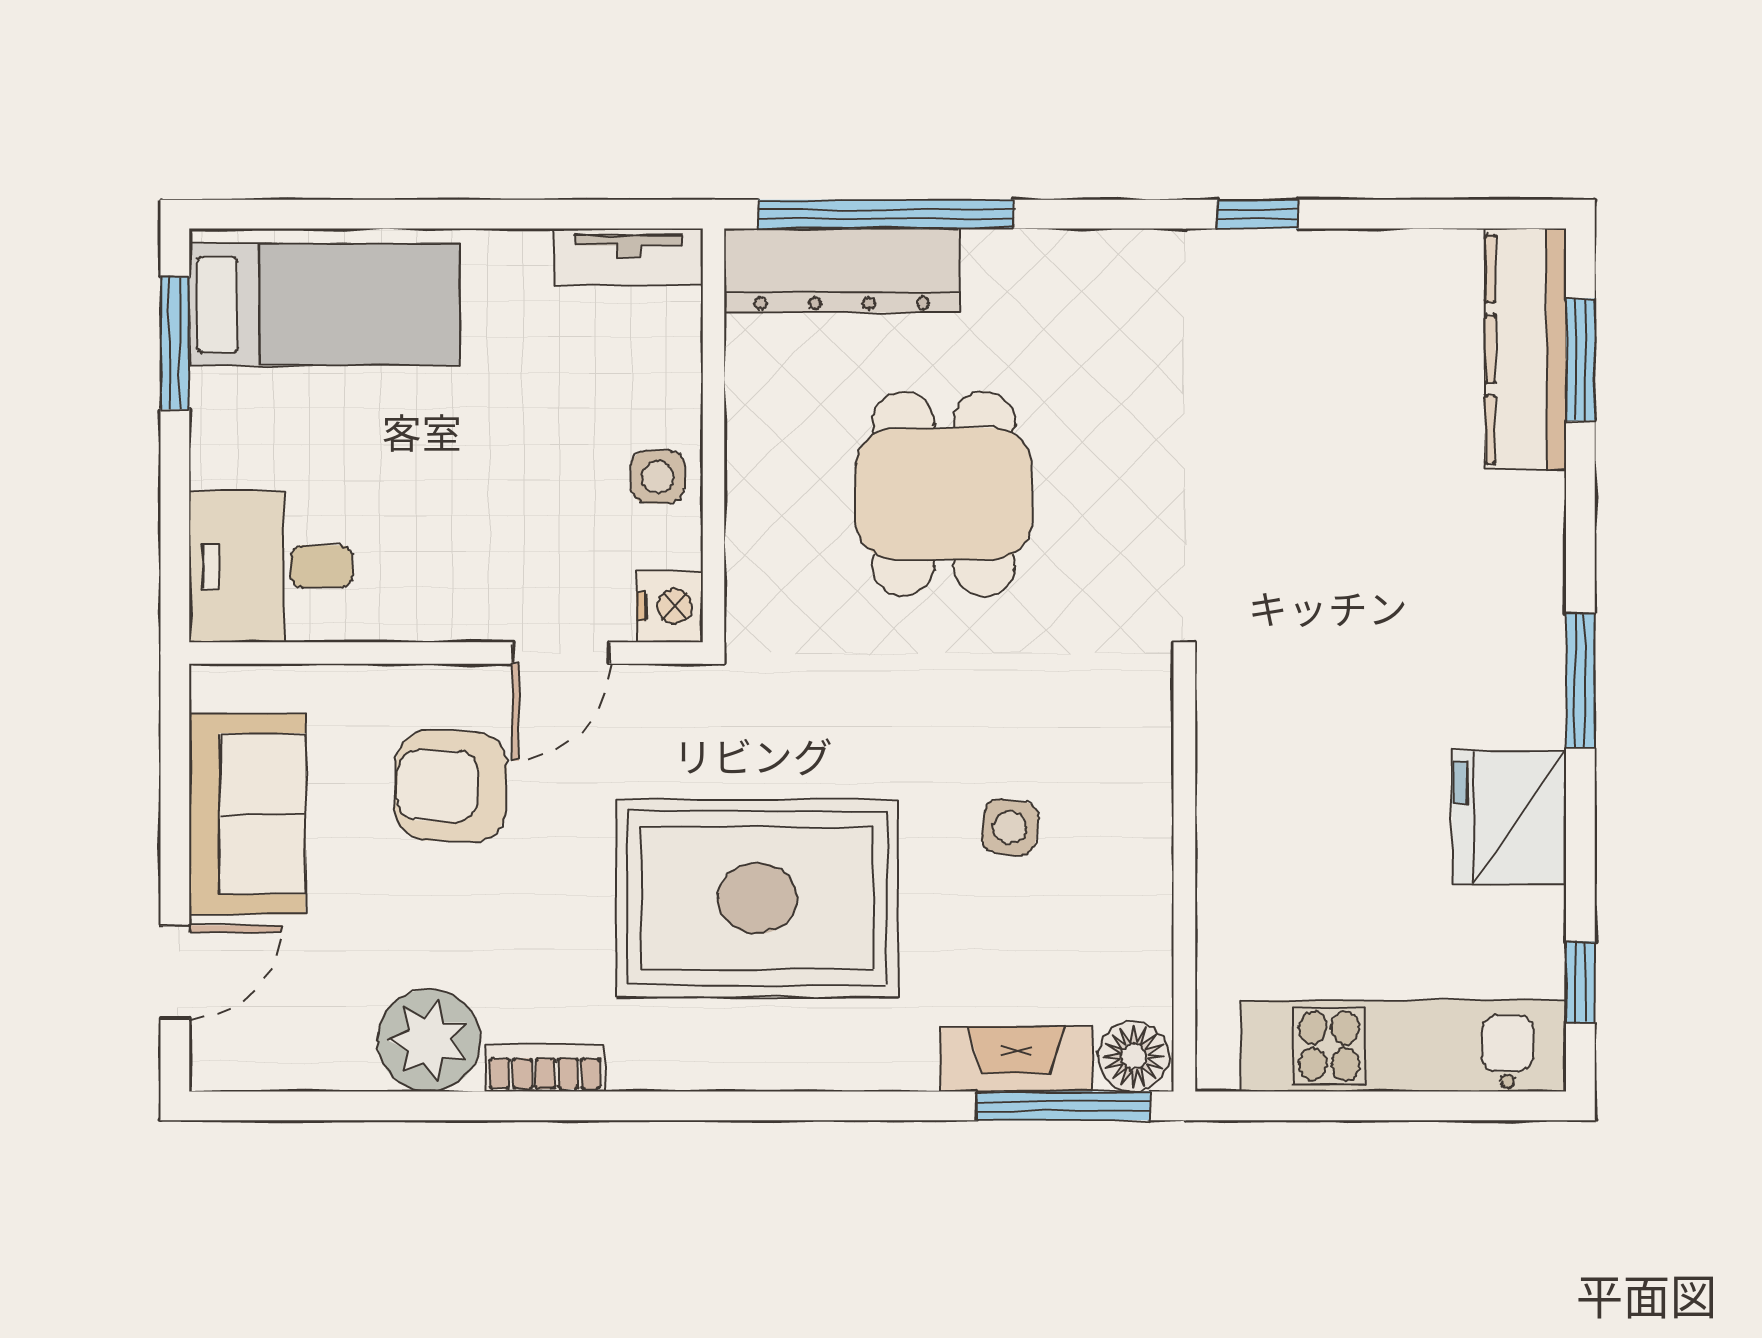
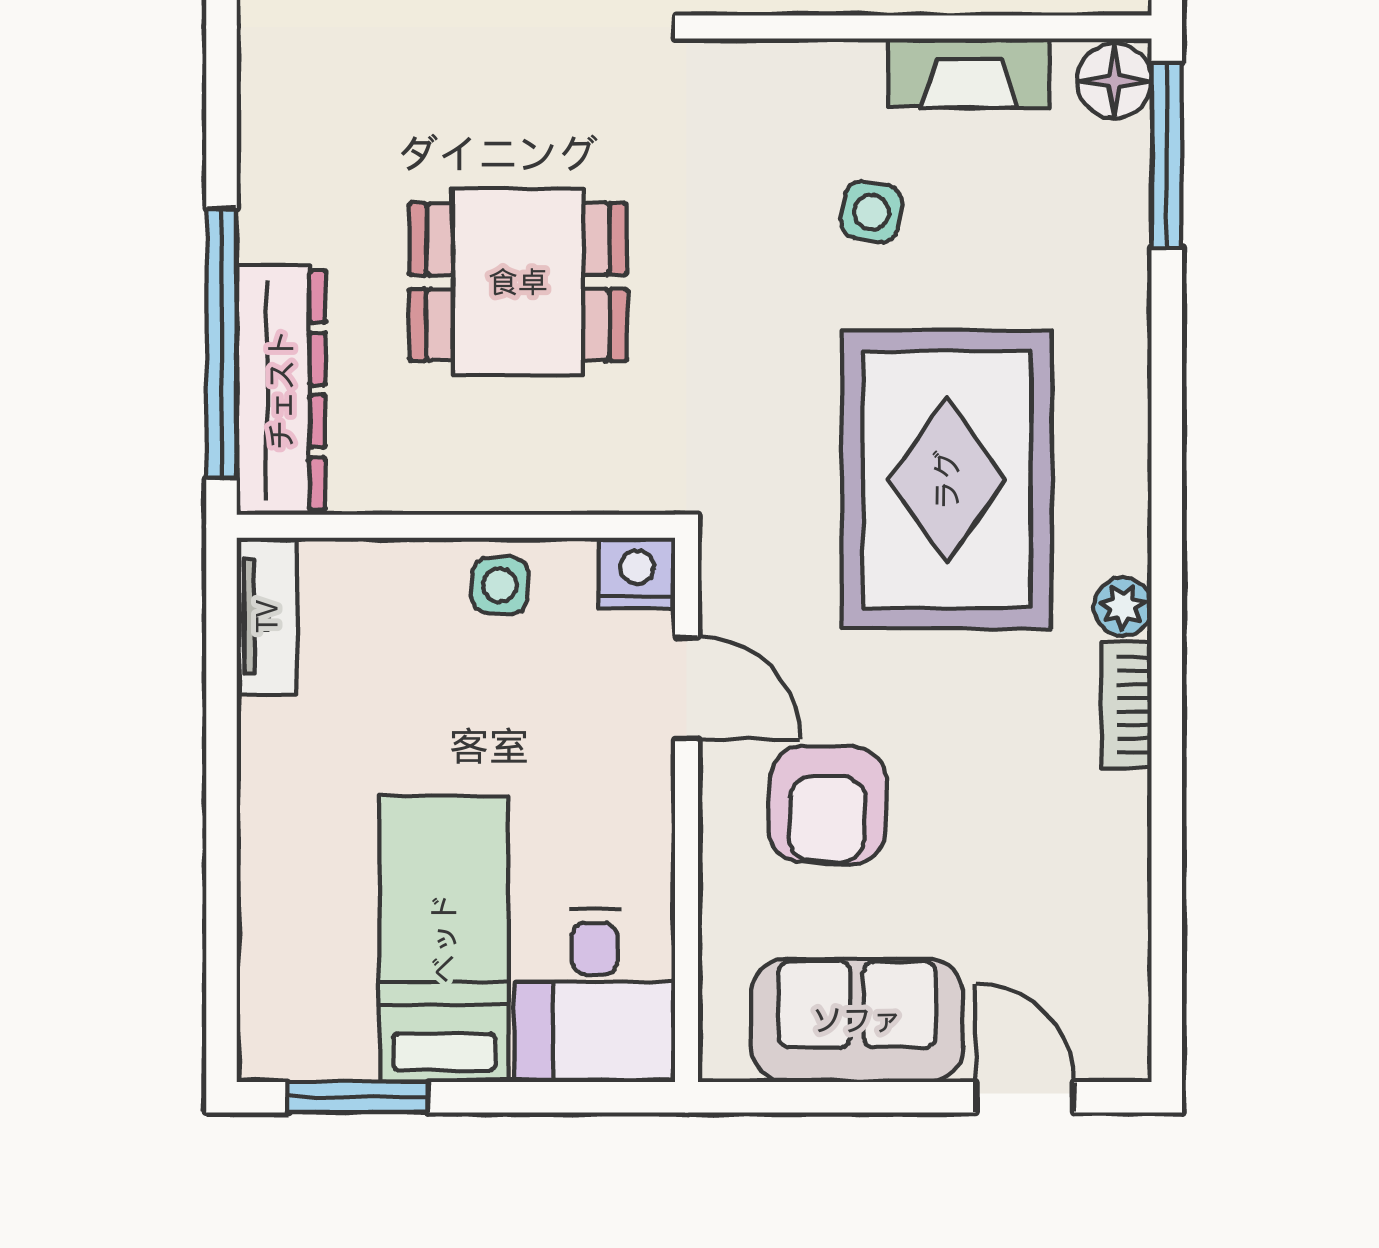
bed: (324, 304) -> (444, 939), moved
plant: (429, 1040) -> (1123, 607), moved, width x0.53, depth x0.53
fireplace: (1016, 1059) -> (969, 73), moved, turned -90

